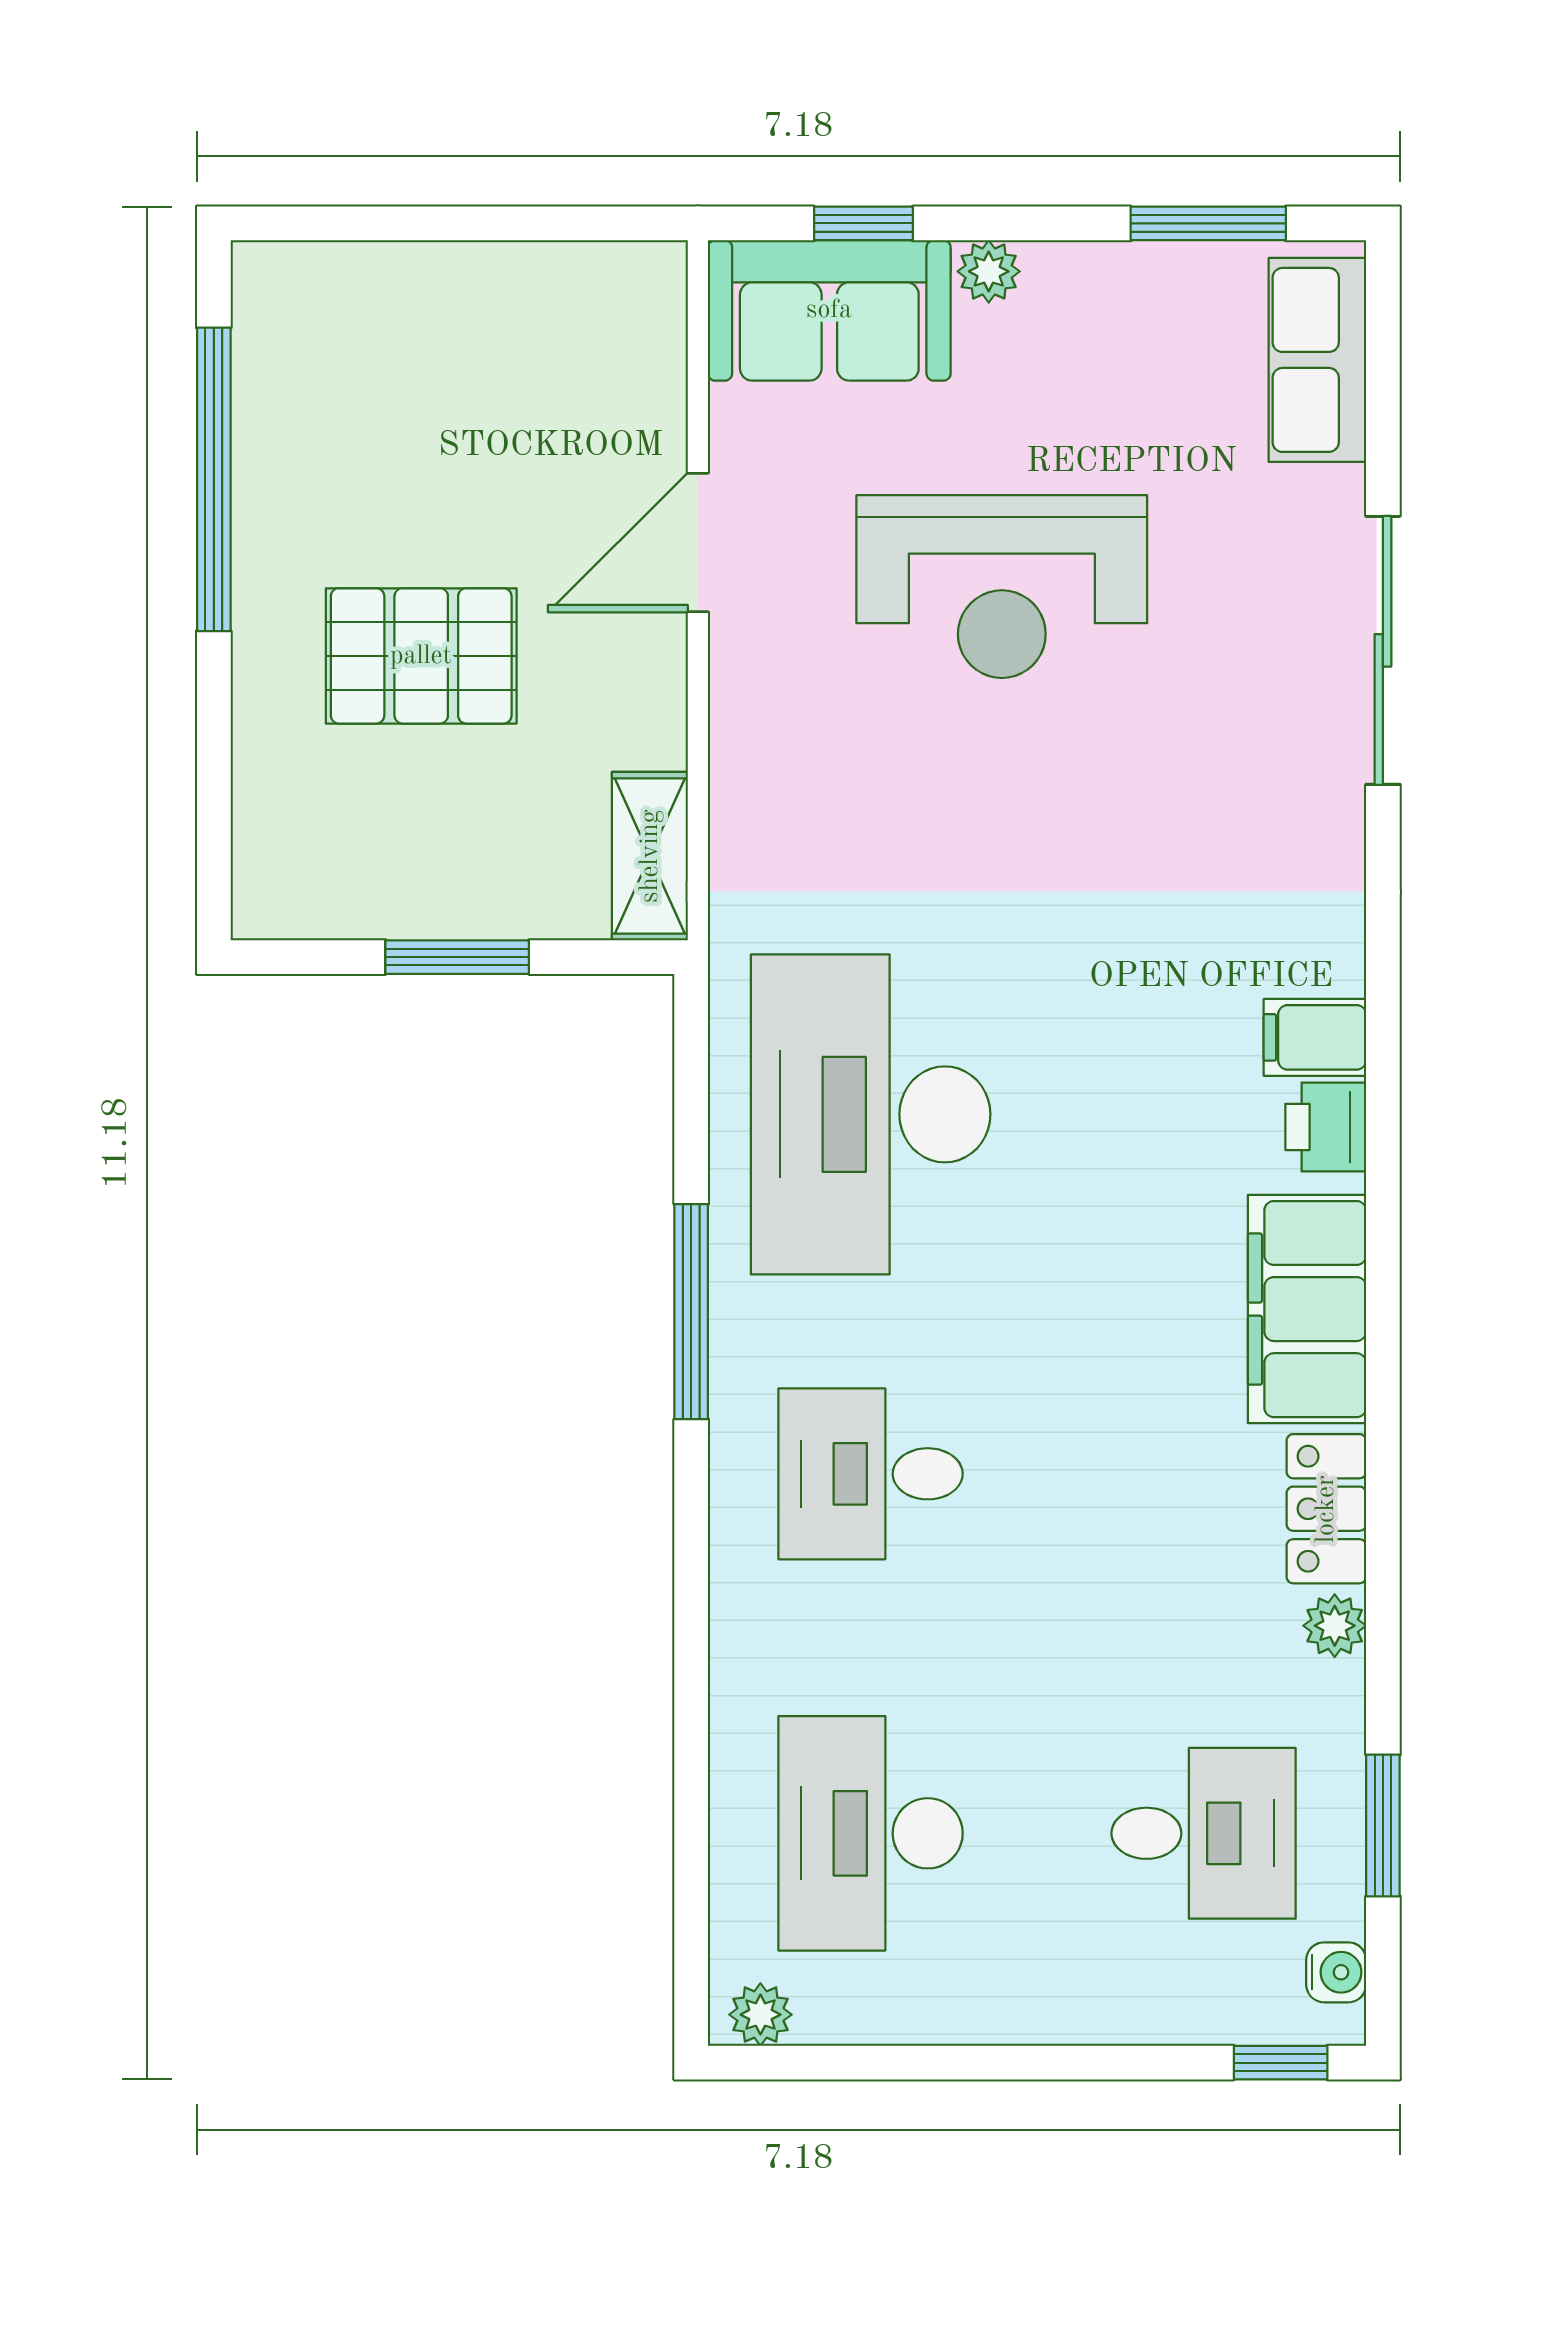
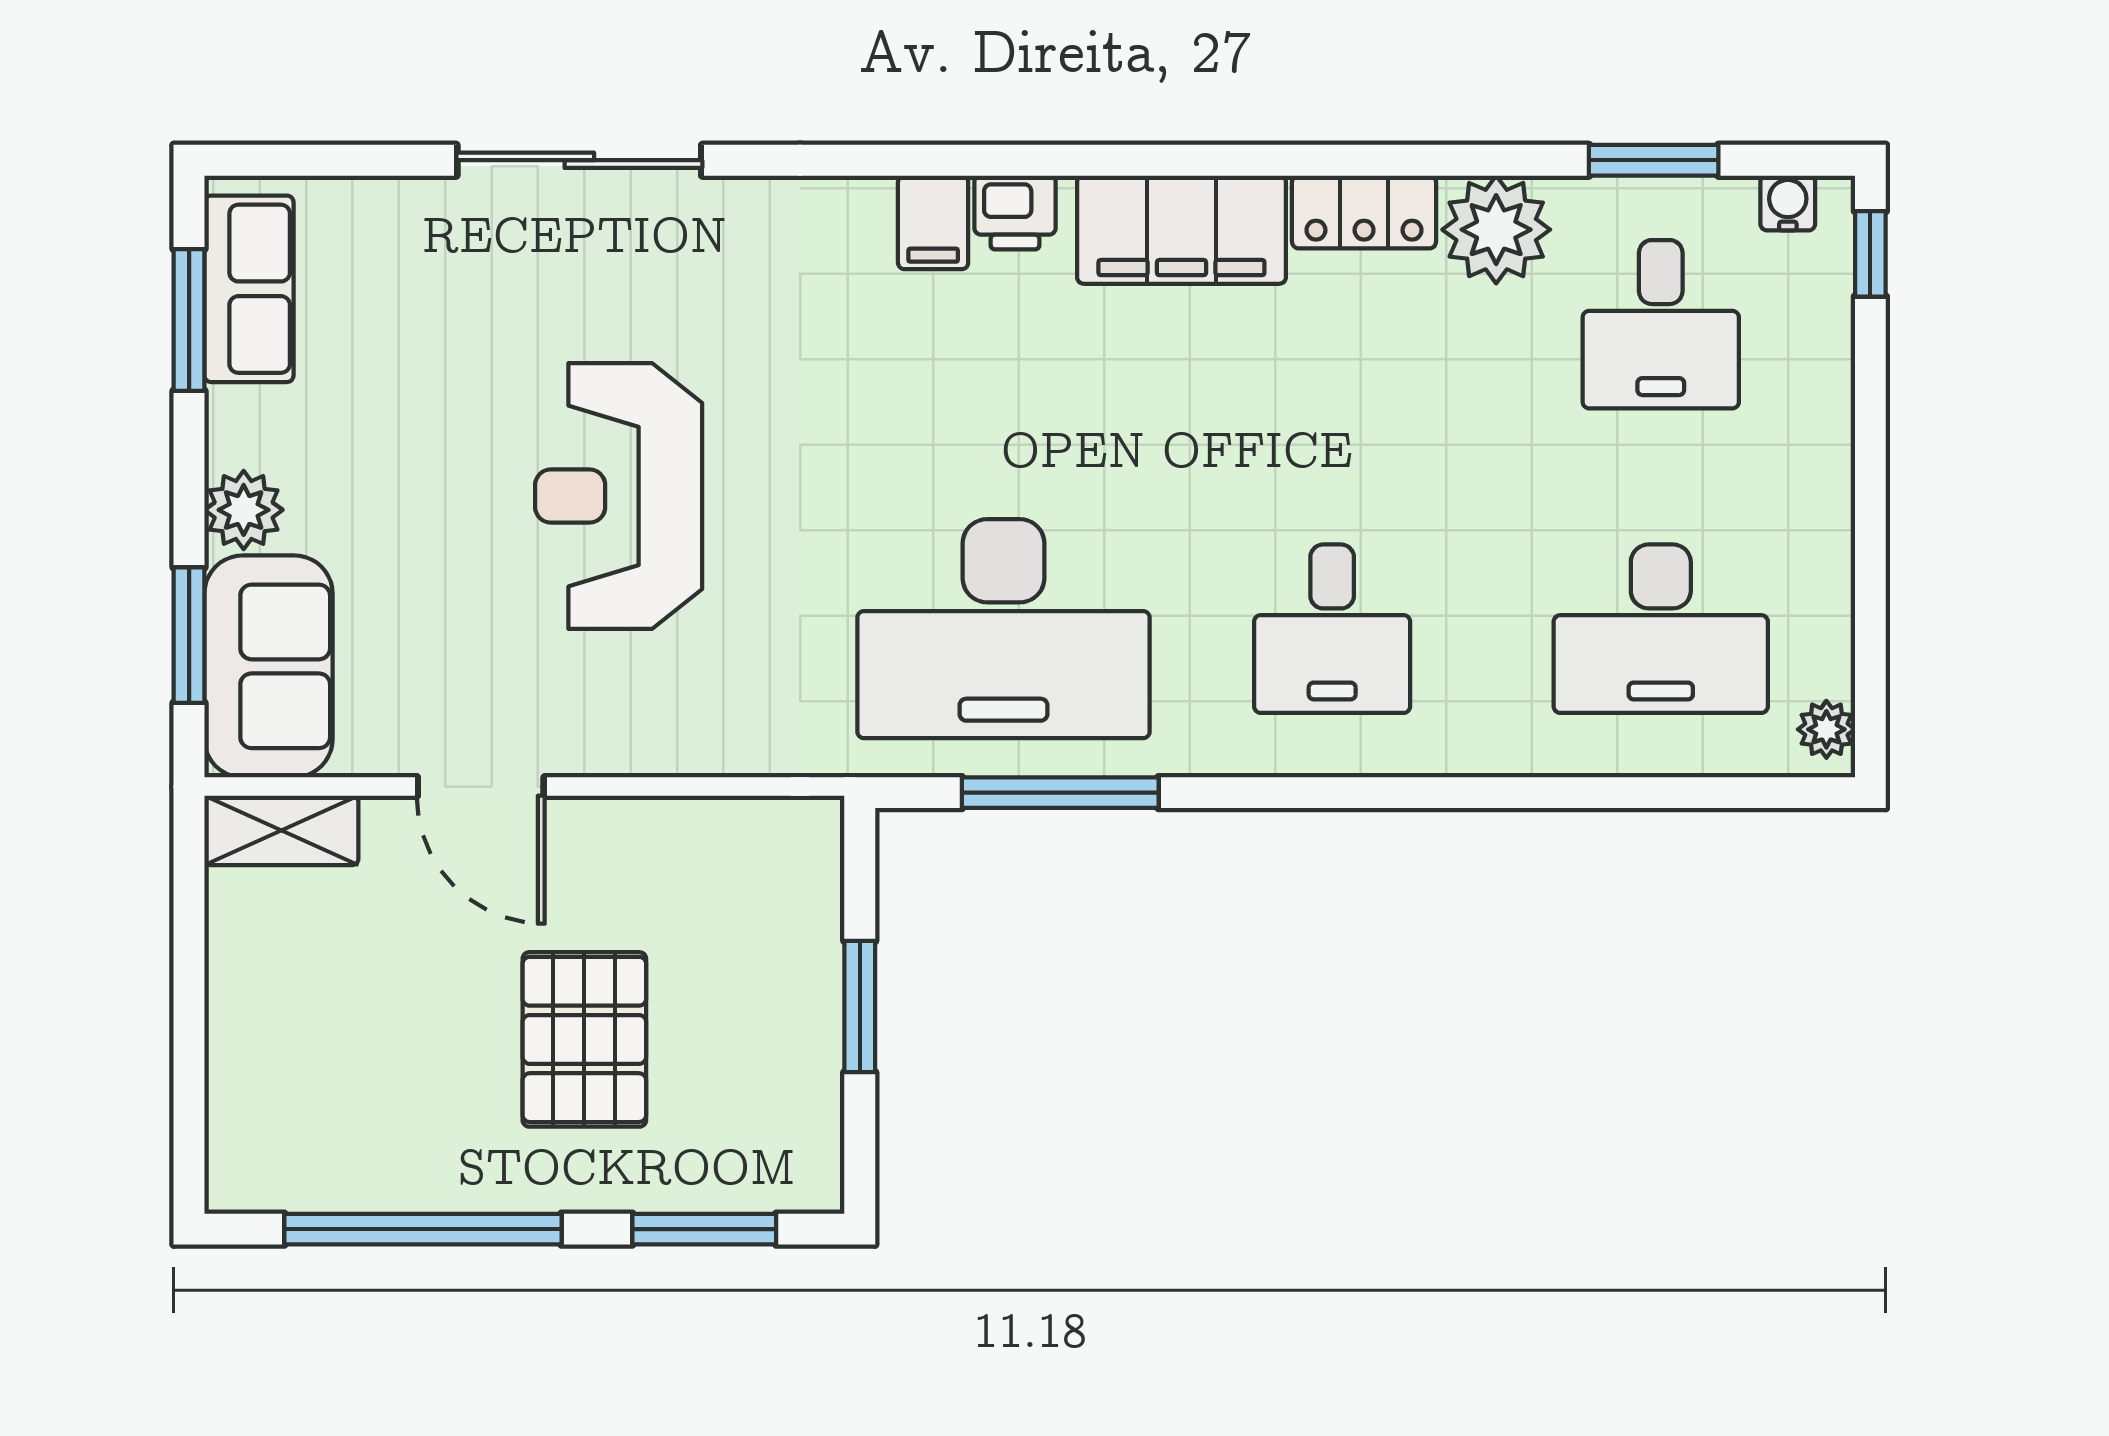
window: (863, 223) -> (189, 635), width x1.50
plant: (989, 271) -> (244, 510), width x1.38, depth x1.38
row of seats: (1317, 360) -> (249, 289), moved, turned -90
reception desk: (1002, 587) -> (619, 496), moved, turned 180
window: (214, 787) -> (704, 1229), added
shelving: (650, 856) -> (281, 830), moved
window: (691, 1312) -> (1060, 793), moved
plant: (1335, 1626) -> (1496, 230), width x1.88, depth x1.88
desk: (1204, 1833) -> (1661, 324), turned 180

